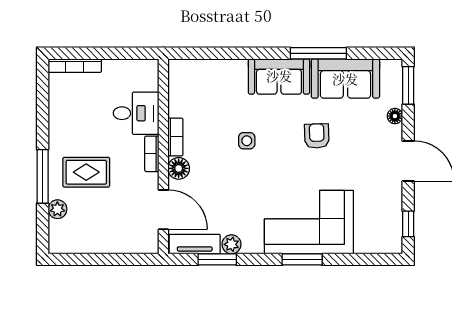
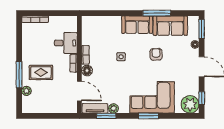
plant: (385, 236) -> (190, 104), added

